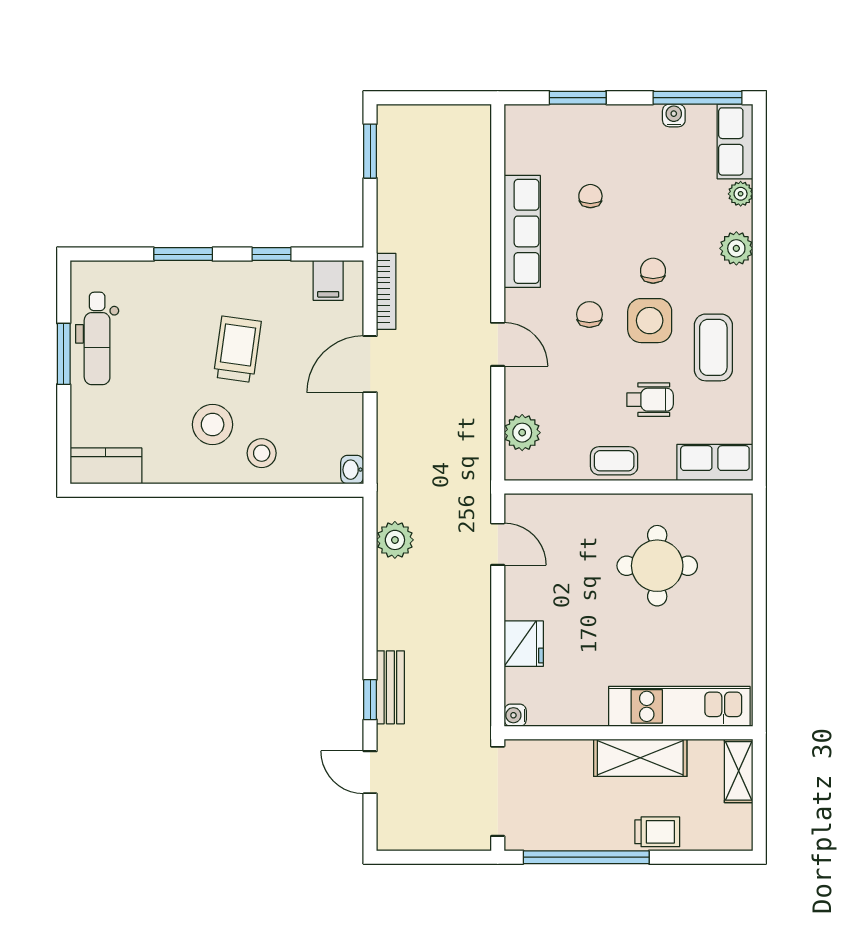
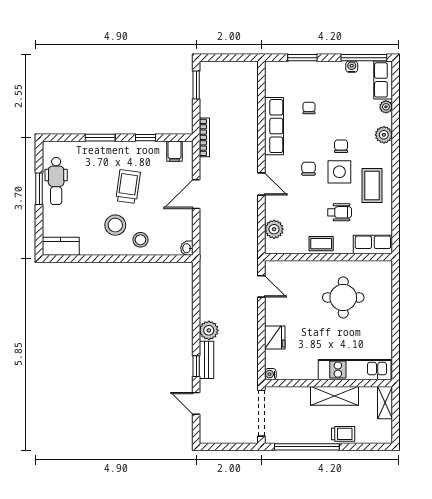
bookcase: (386, 291) -> (204, 137), moved
plant: (395, 540) -> (209, 330), moved

